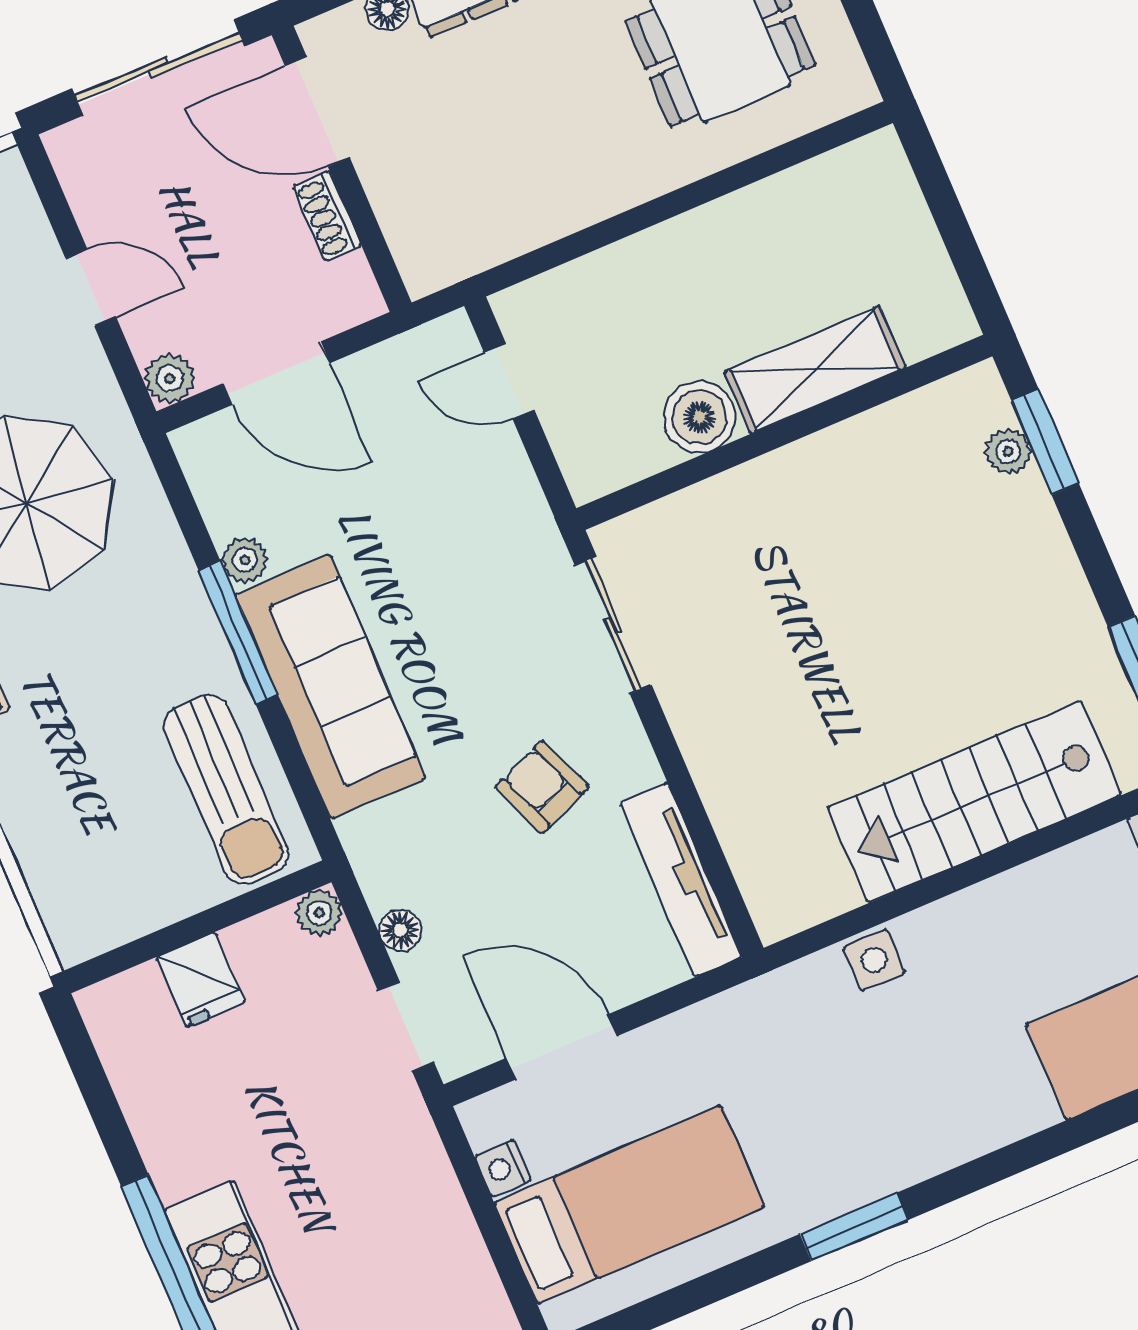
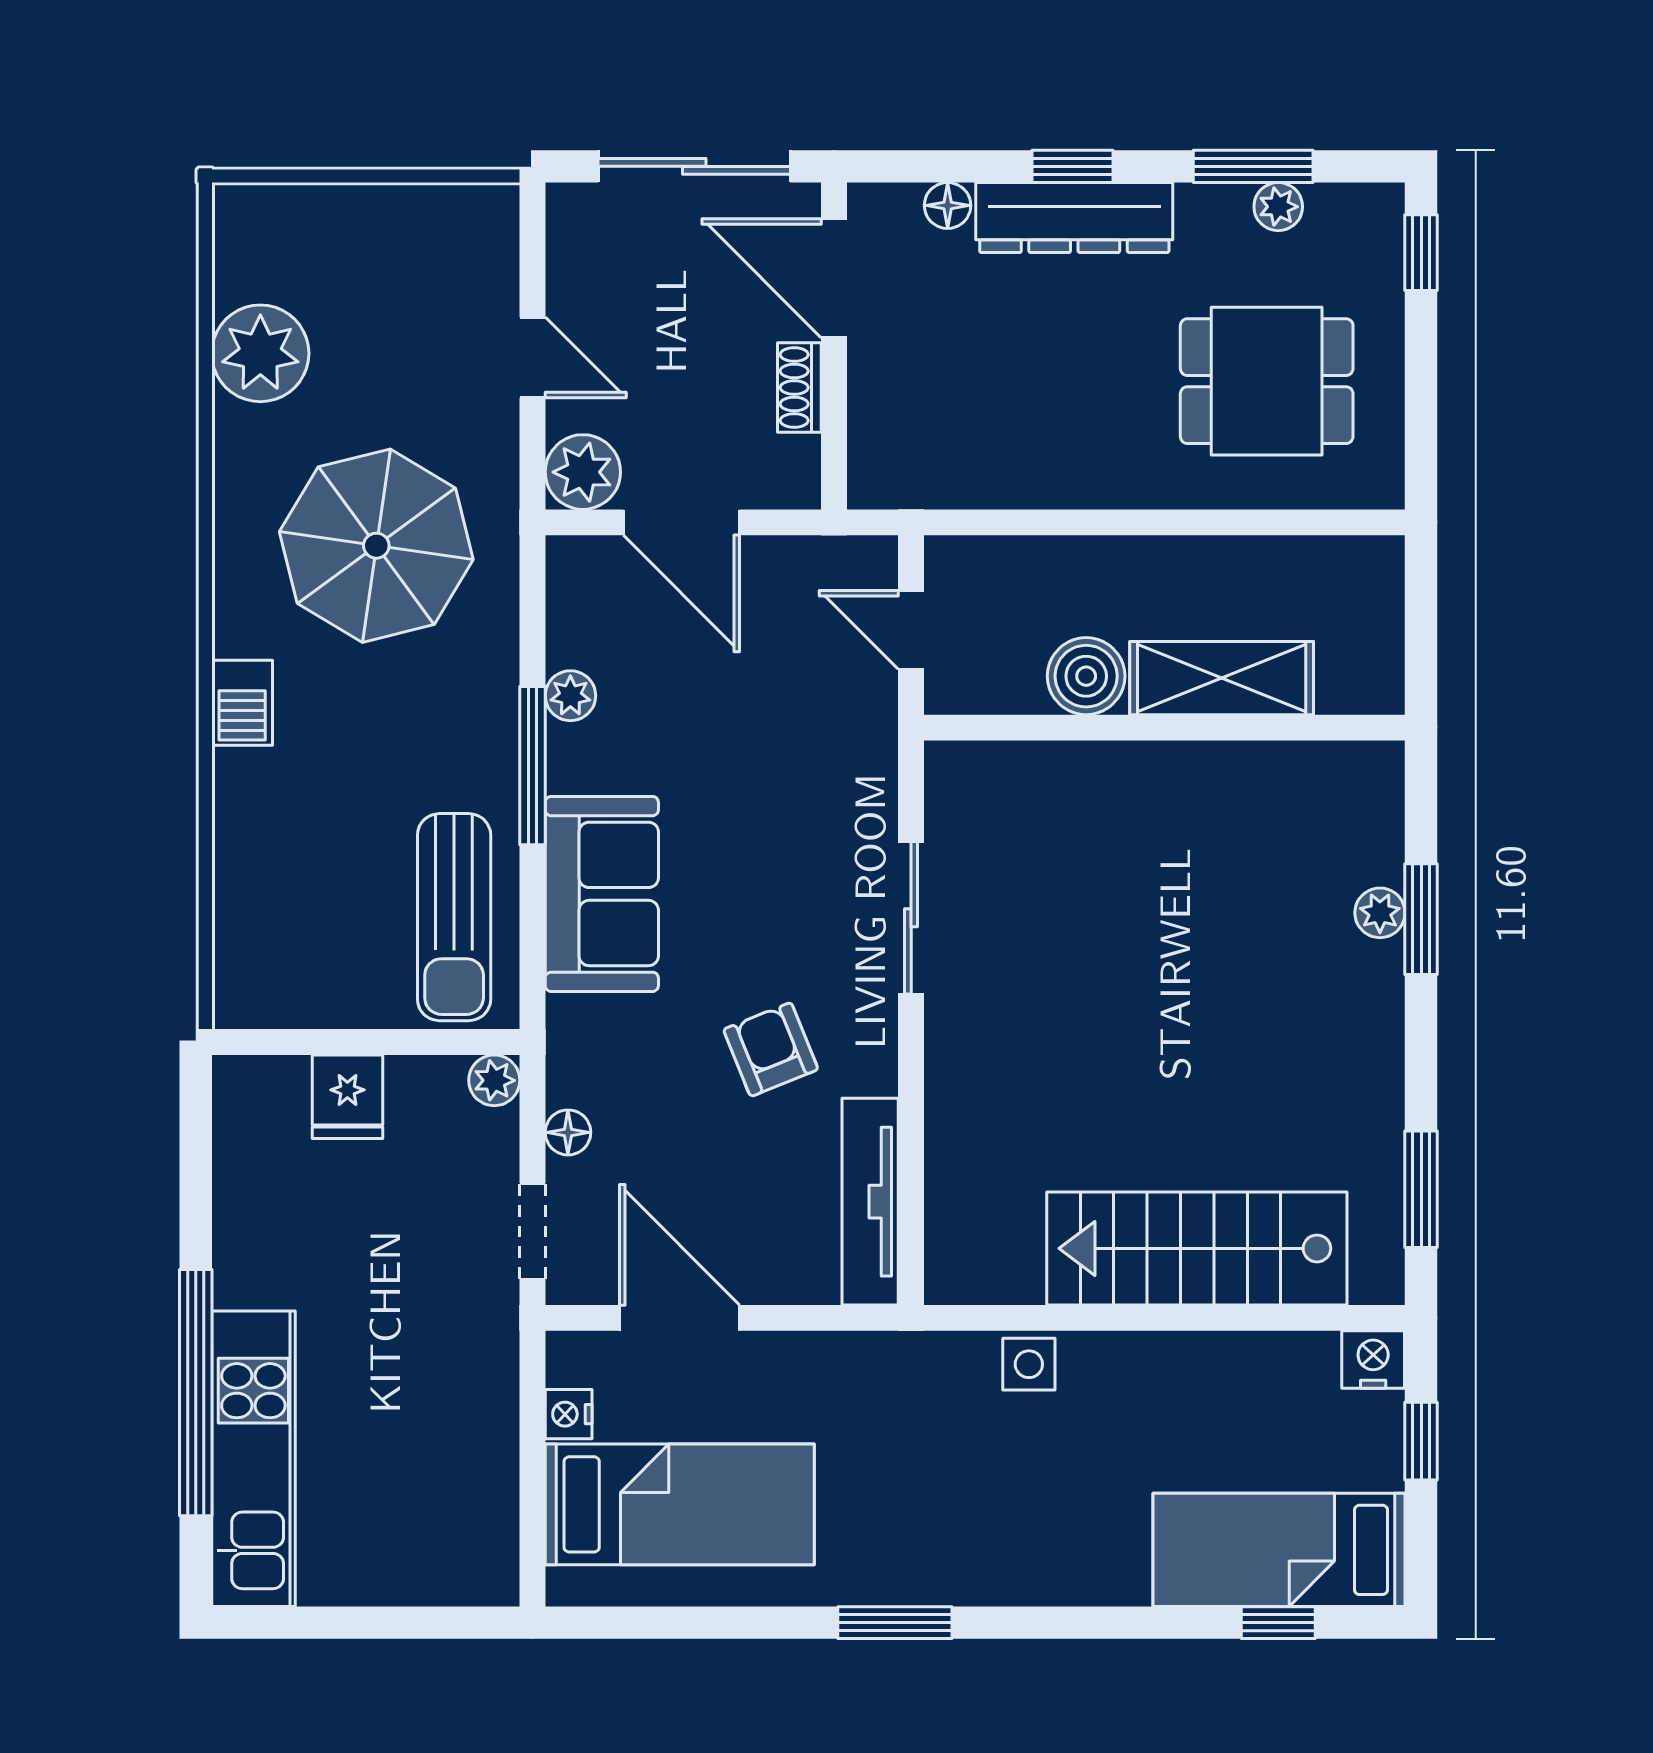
shelving: (815, 370) -> (1222, 678), moved
plant: (170, 379) -> (583, 472), width x1.38, depth x1.38
boiler: (700, 417) -> (1086, 676), moved
wall: (784, 432) -> (1164, 728), moved
sofa: (330, 687) -> (602, 894), width x0.73

